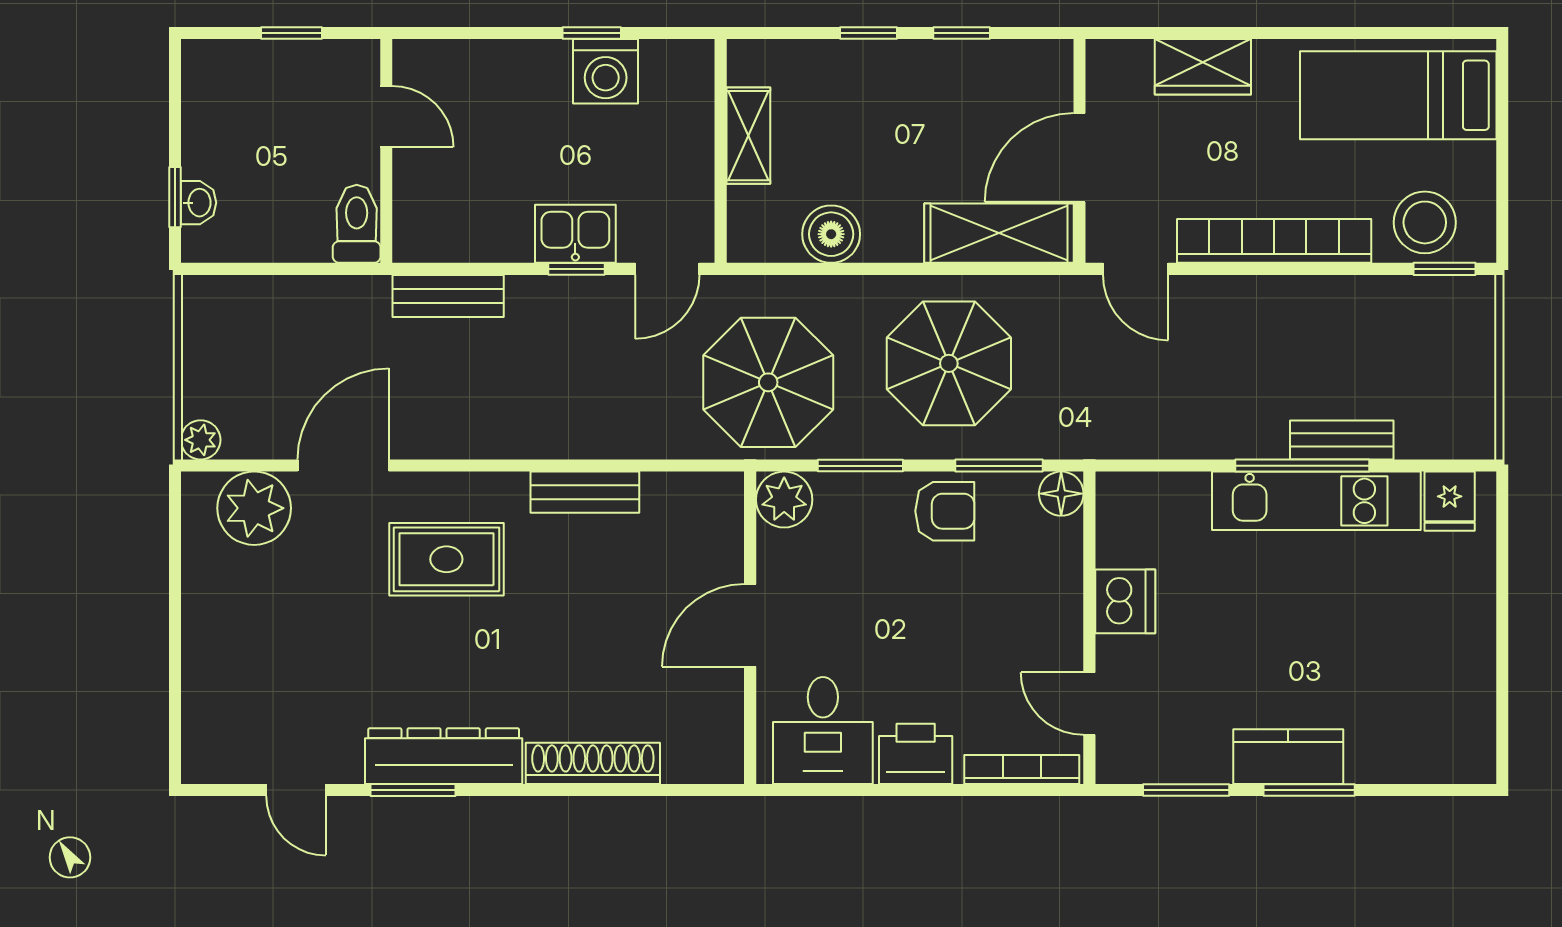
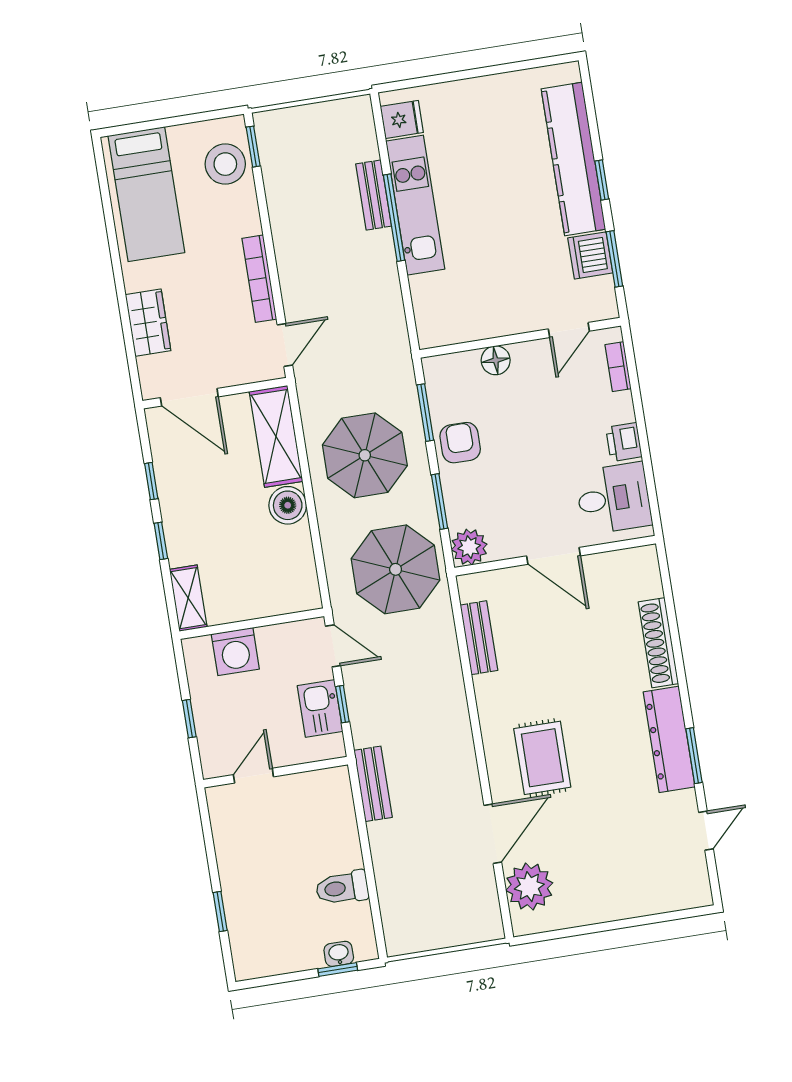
washing machine: (606, 71) -> (235, 652), moved, turned 90
door: (386, 116) -> (253, 776), moved
shelving: (748, 136) -> (188, 598), moved, turned 90
wall: (386, 151) -> (276, 772), moved
door: (1080, 158) -> (189, 397), moved
toilet: (357, 224) -> (342, 888), moved
boiler: (831, 234) -> (288, 505), moved
bookcase: (1274, 241) -> (259, 279), width x0.68, depth x0.76
plant: (201, 440) -> (491, 928), removed
door: (343, 466) -> (493, 834), swing flipped
bench: (585, 492) -> (479, 638), moved
floor lamp: (1061, 494) -> (496, 360), moved
dishwasher: (1125, 601) -> (590, 255), moved, turned -90
printer: (916, 754) -> (624, 442), width x0.73, depth x0.81
kitchen counter: (1288, 757) -> (573, 159), width x2.08, depth x1.17
bookcase: (1022, 769) -> (618, 367), width x0.64
window: (1309, 790) -> (602, 180), width x0.67

